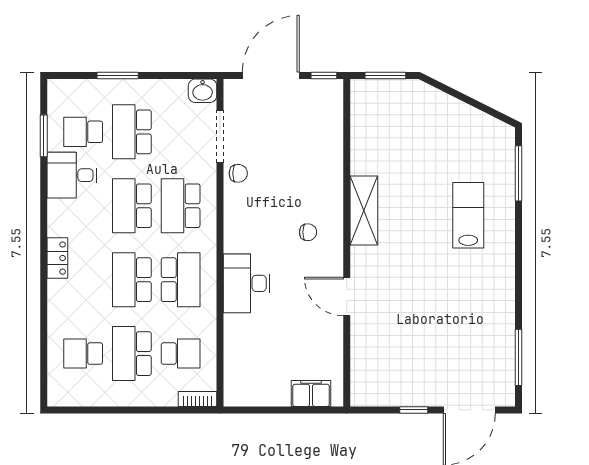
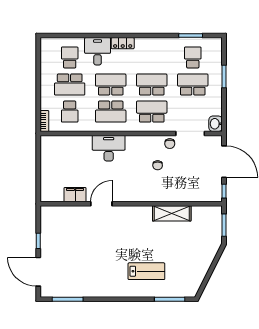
desk: (72, 175) -> (98, 51), moved
shelving: (364, 210) -> (172, 213), moved
chair: (308, 232) -> (158, 165), moved
school desk: (132, 354) -> (70, 85), turned 180
filing cabinet: (311, 393) -> (75, 195), moved, turned -90

